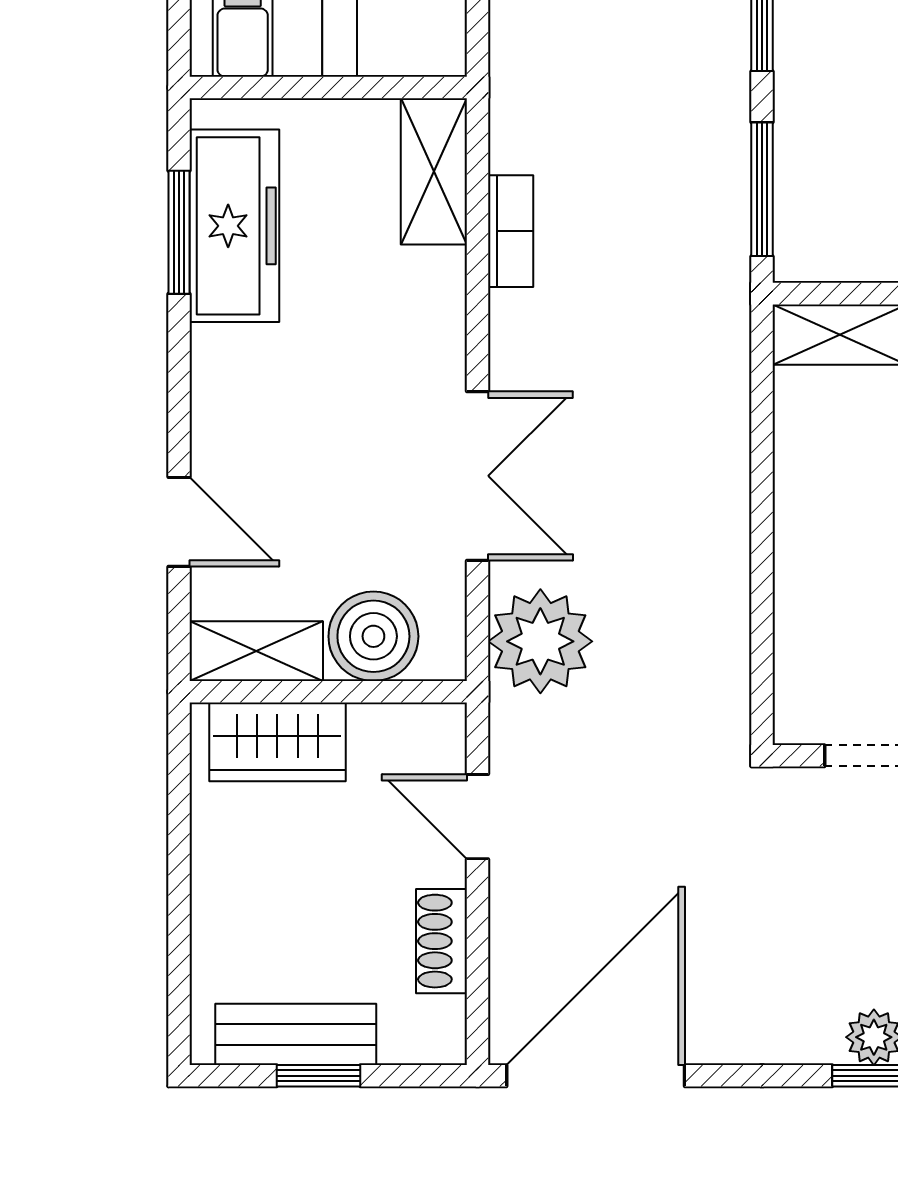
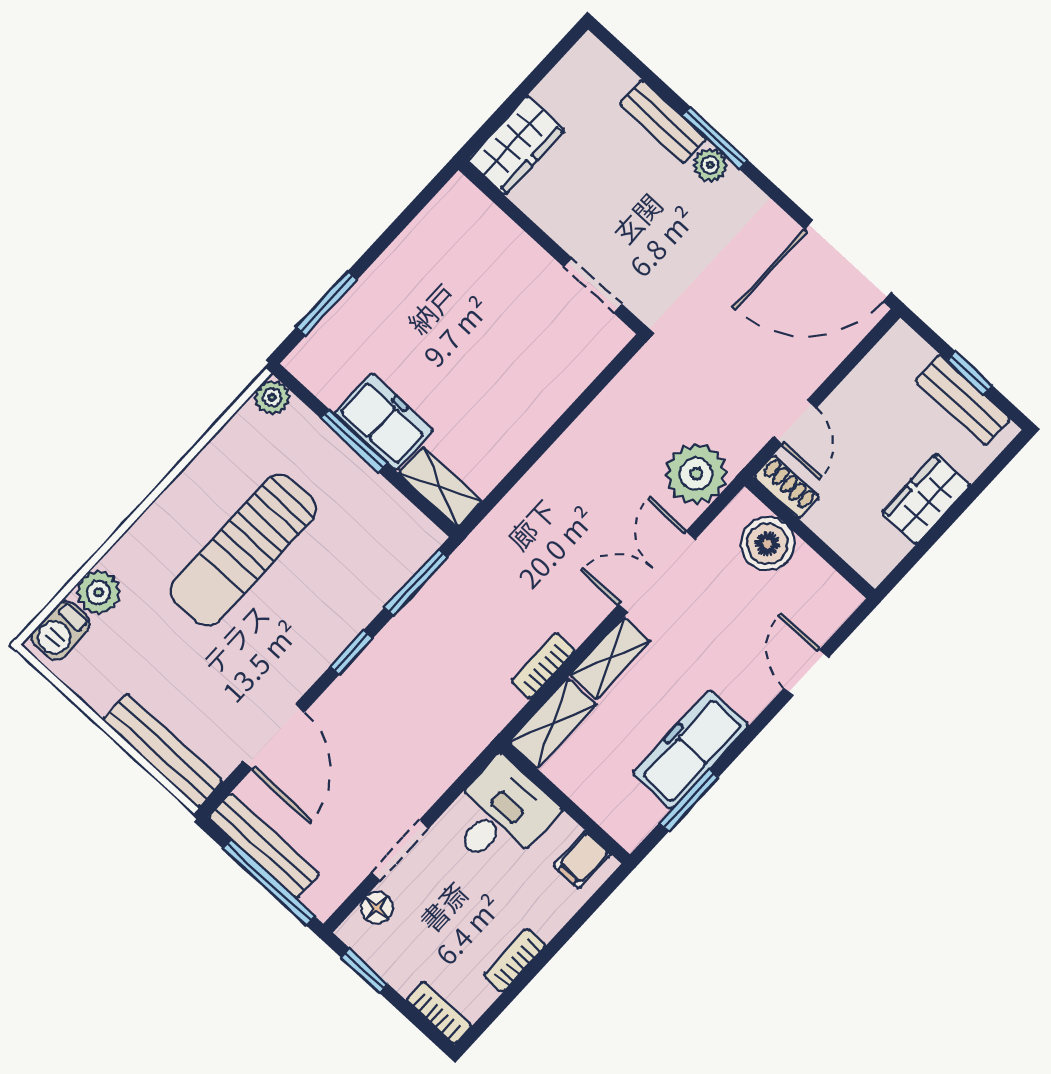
freezer: (234, 226) -> (691, 749), moved
shelving: (256, 651) -> (610, 658), moved, turned 90
wardrobe: (277, 742) -> (926, 499), moved, turned -90
shoe rack: (442, 941) -> (786, 487), moved, turned -90

